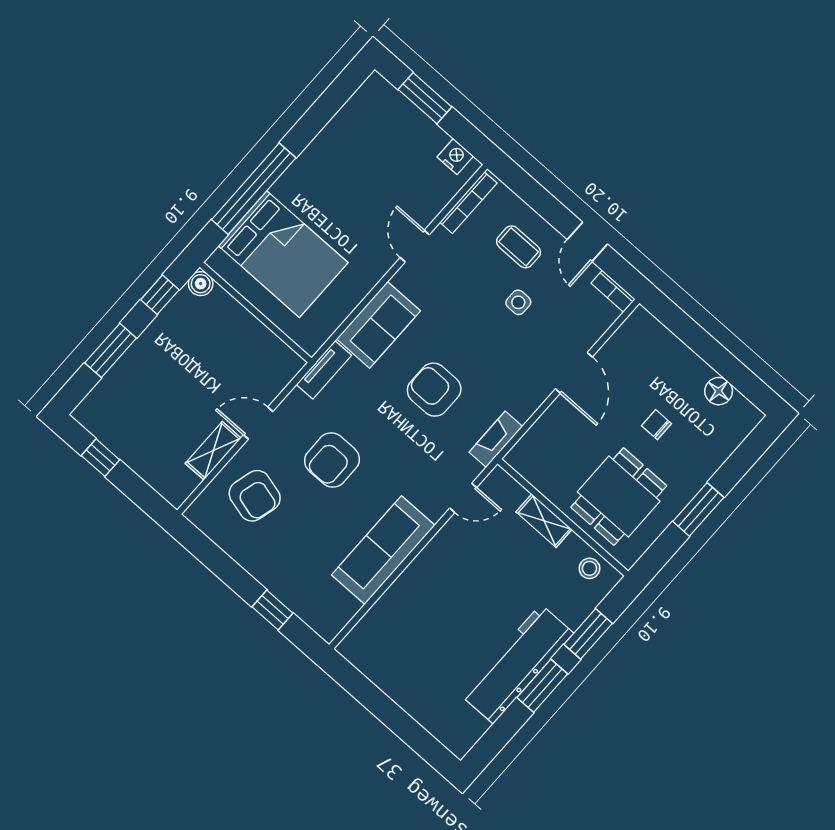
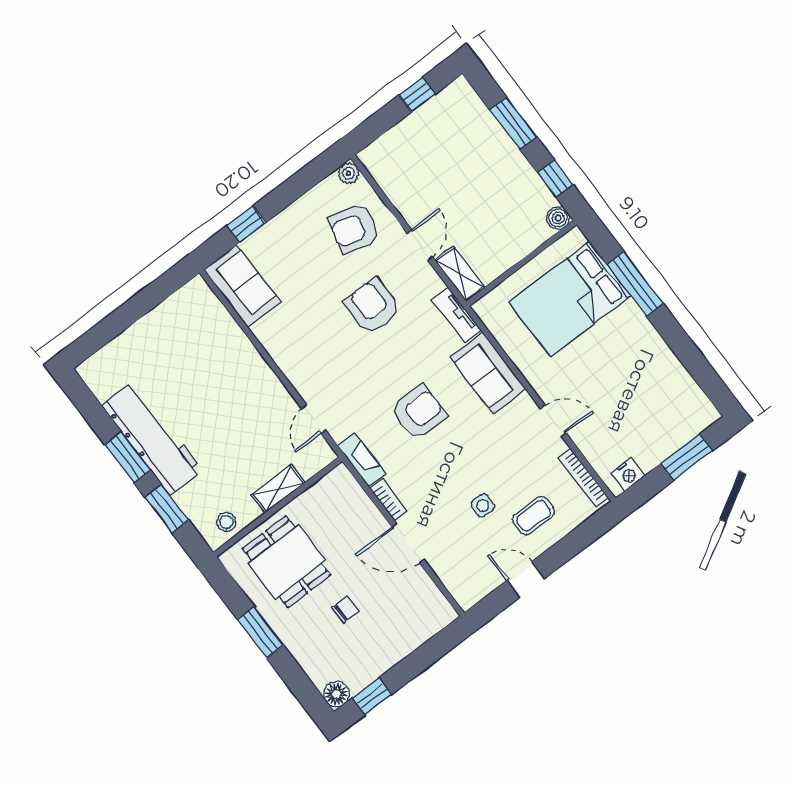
window: (254, 189) -> (635, 284), width x0.68
bookcase: (613, 291) -> (389, 500), moved, turned 90
window: (742, 379) -> (372, 696), added
floor lamp: (719, 391) -> (336, 694), moved
shelving: (213, 451) -> (460, 274), moved
plant: (198, 513) -> (348, 173), added
sofa: (383, 550) -> (242, 286), moved, width x0.73

